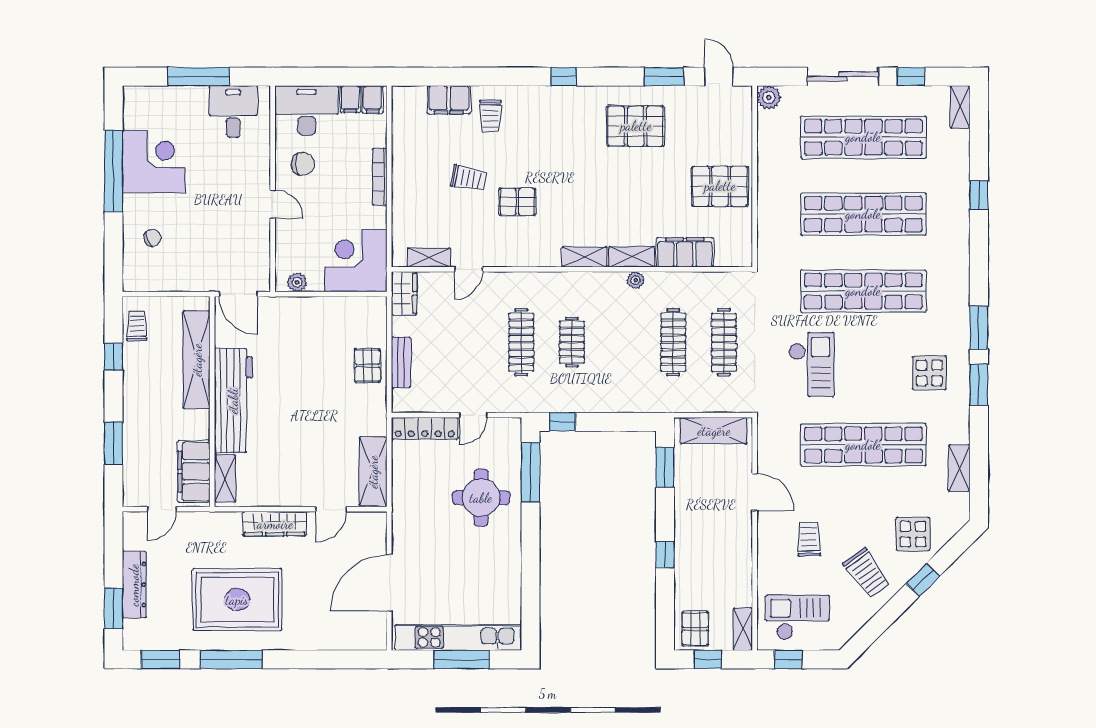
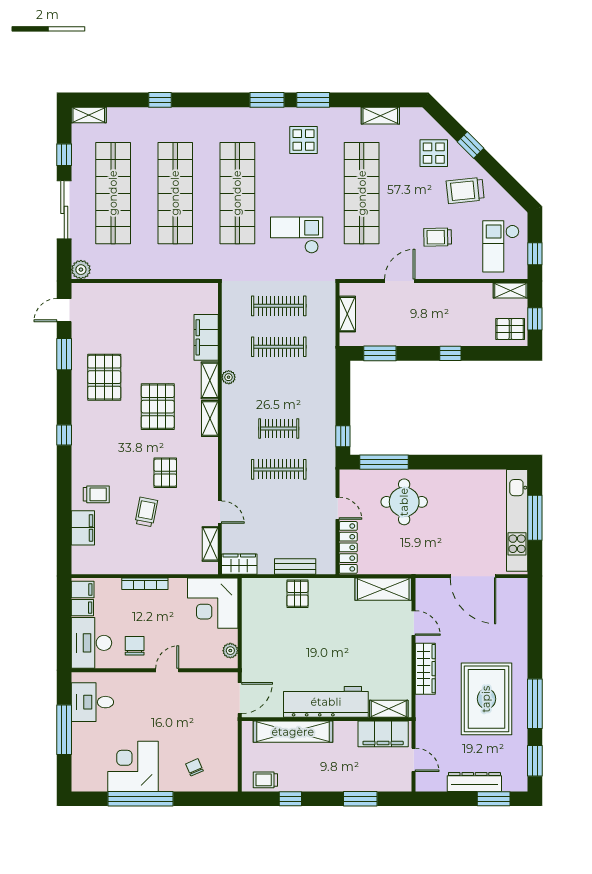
pallet: (720, 186) -> (158, 407), moved
pallet: (367, 366) -> (298, 594), turned 90
shelving: (714, 431) -> (347, 314), width x0.67, depth x0.75
trolley: (867, 573) -> (465, 190), turned -150

